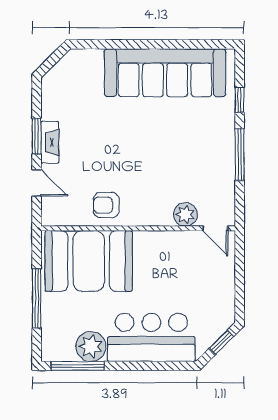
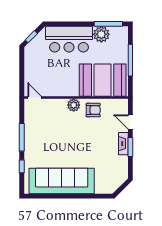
plant: (185, 214) -> (74, 105), moved

